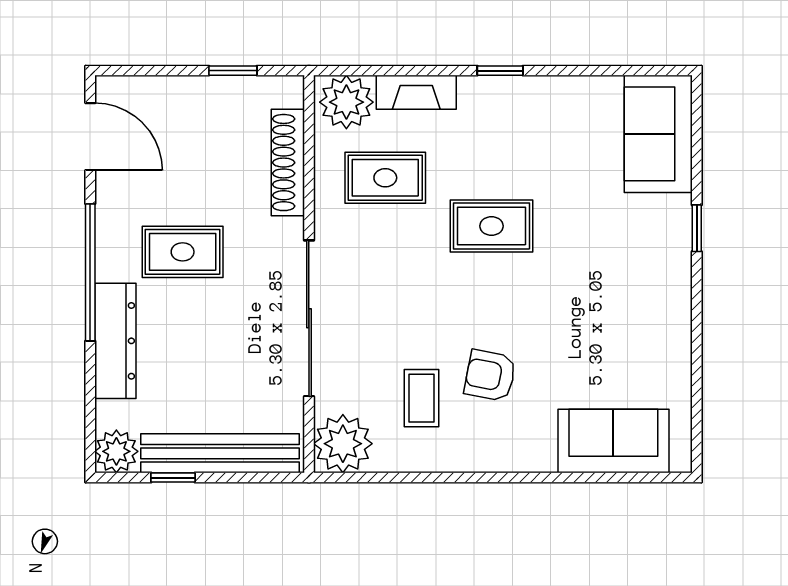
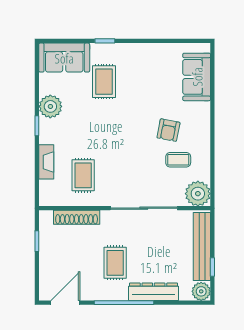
plant: (346, 102) -> (50, 106), moved
rug: (492, 226) -> (104, 82), moved

